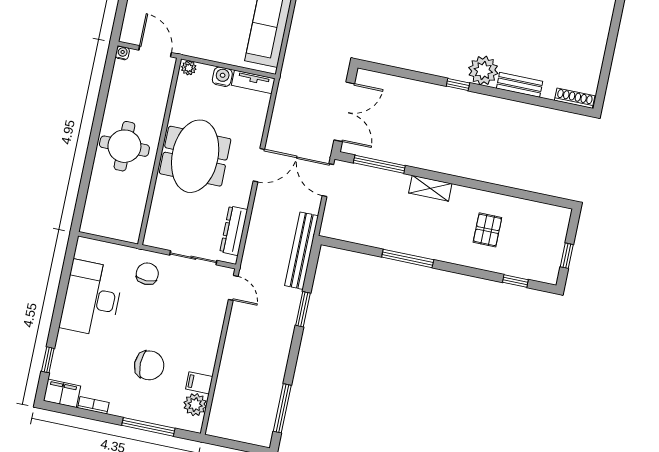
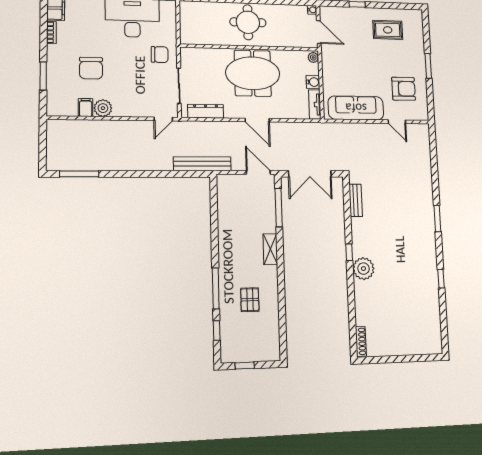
door: (155, 51) -> (319, 32), hinge flipped
bench: (520, 85) -> (356, 200), moved
door: (328, 180) -> (258, 172), hinge flipped
pallet: (487, 230) -> (250, 300), turned 90
window: (408, 258) -> (216, 288), moved
window: (303, 309) -> (159, 174), removed
plant: (195, 405) -> (103, 108), moved
window: (148, 427) -> (43, 76), width x0.69

